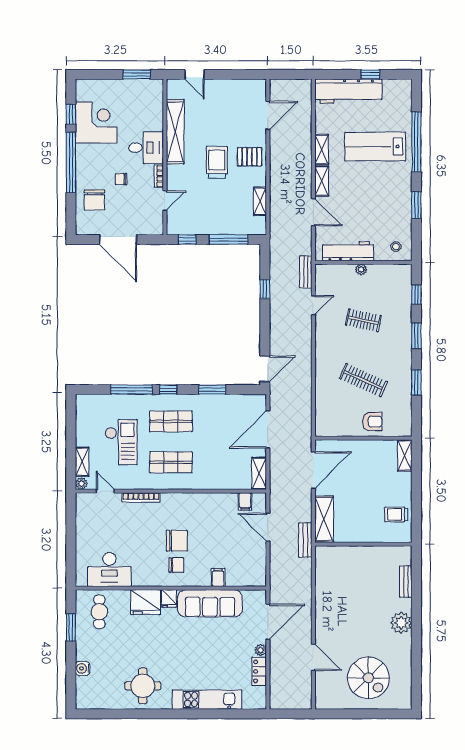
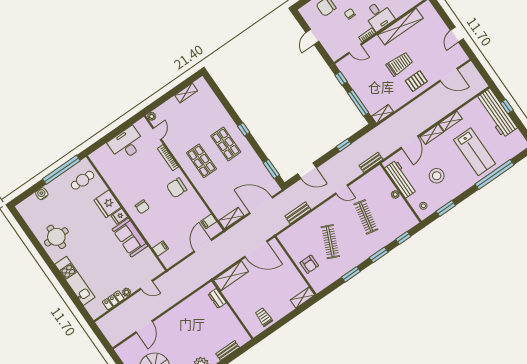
door: (194, 74) -> (457, 35), moved
window: (370, 74) -> (507, 107), moved
lab bench: (375, 147) -> (474, 152), turned 180
pallet: (249, 157) -> (416, 81), turned 90
shelving: (260, 201) -> (382, 114), moved
window: (416, 205) -> (446, 208), moved
stool: (372, 208) -> (437, 176), added
door: (118, 240) -> (312, 37), width x0.53
door: (313, 305) -> (342, 190), moved
clothes rail: (363, 320) -> (366, 217), width x1.36
door: (265, 369) -> (307, 171), moved
window: (132, 390) -> (228, 107), removed
window: (212, 390) -> (271, 169), moved
checkout: (121, 442) -> (193, 123), removed
shelving: (82, 462) -> (186, 93), moved
bench: (305, 540) -> (298, 213), moved
chair: (177, 541) -> (177, 188), moved, turned 92
dresser: (339, 553) -> (217, 298), added
desk: (109, 569) -> (126, 144), moved, turned 90
filing cabinet: (218, 577) -> (160, 248), moved
sofa: (210, 603) -> (130, 238), width x0.73
door: (268, 622) -> (146, 285), width x0.53
window: (71, 627) -> (61, 170), width x2.11

